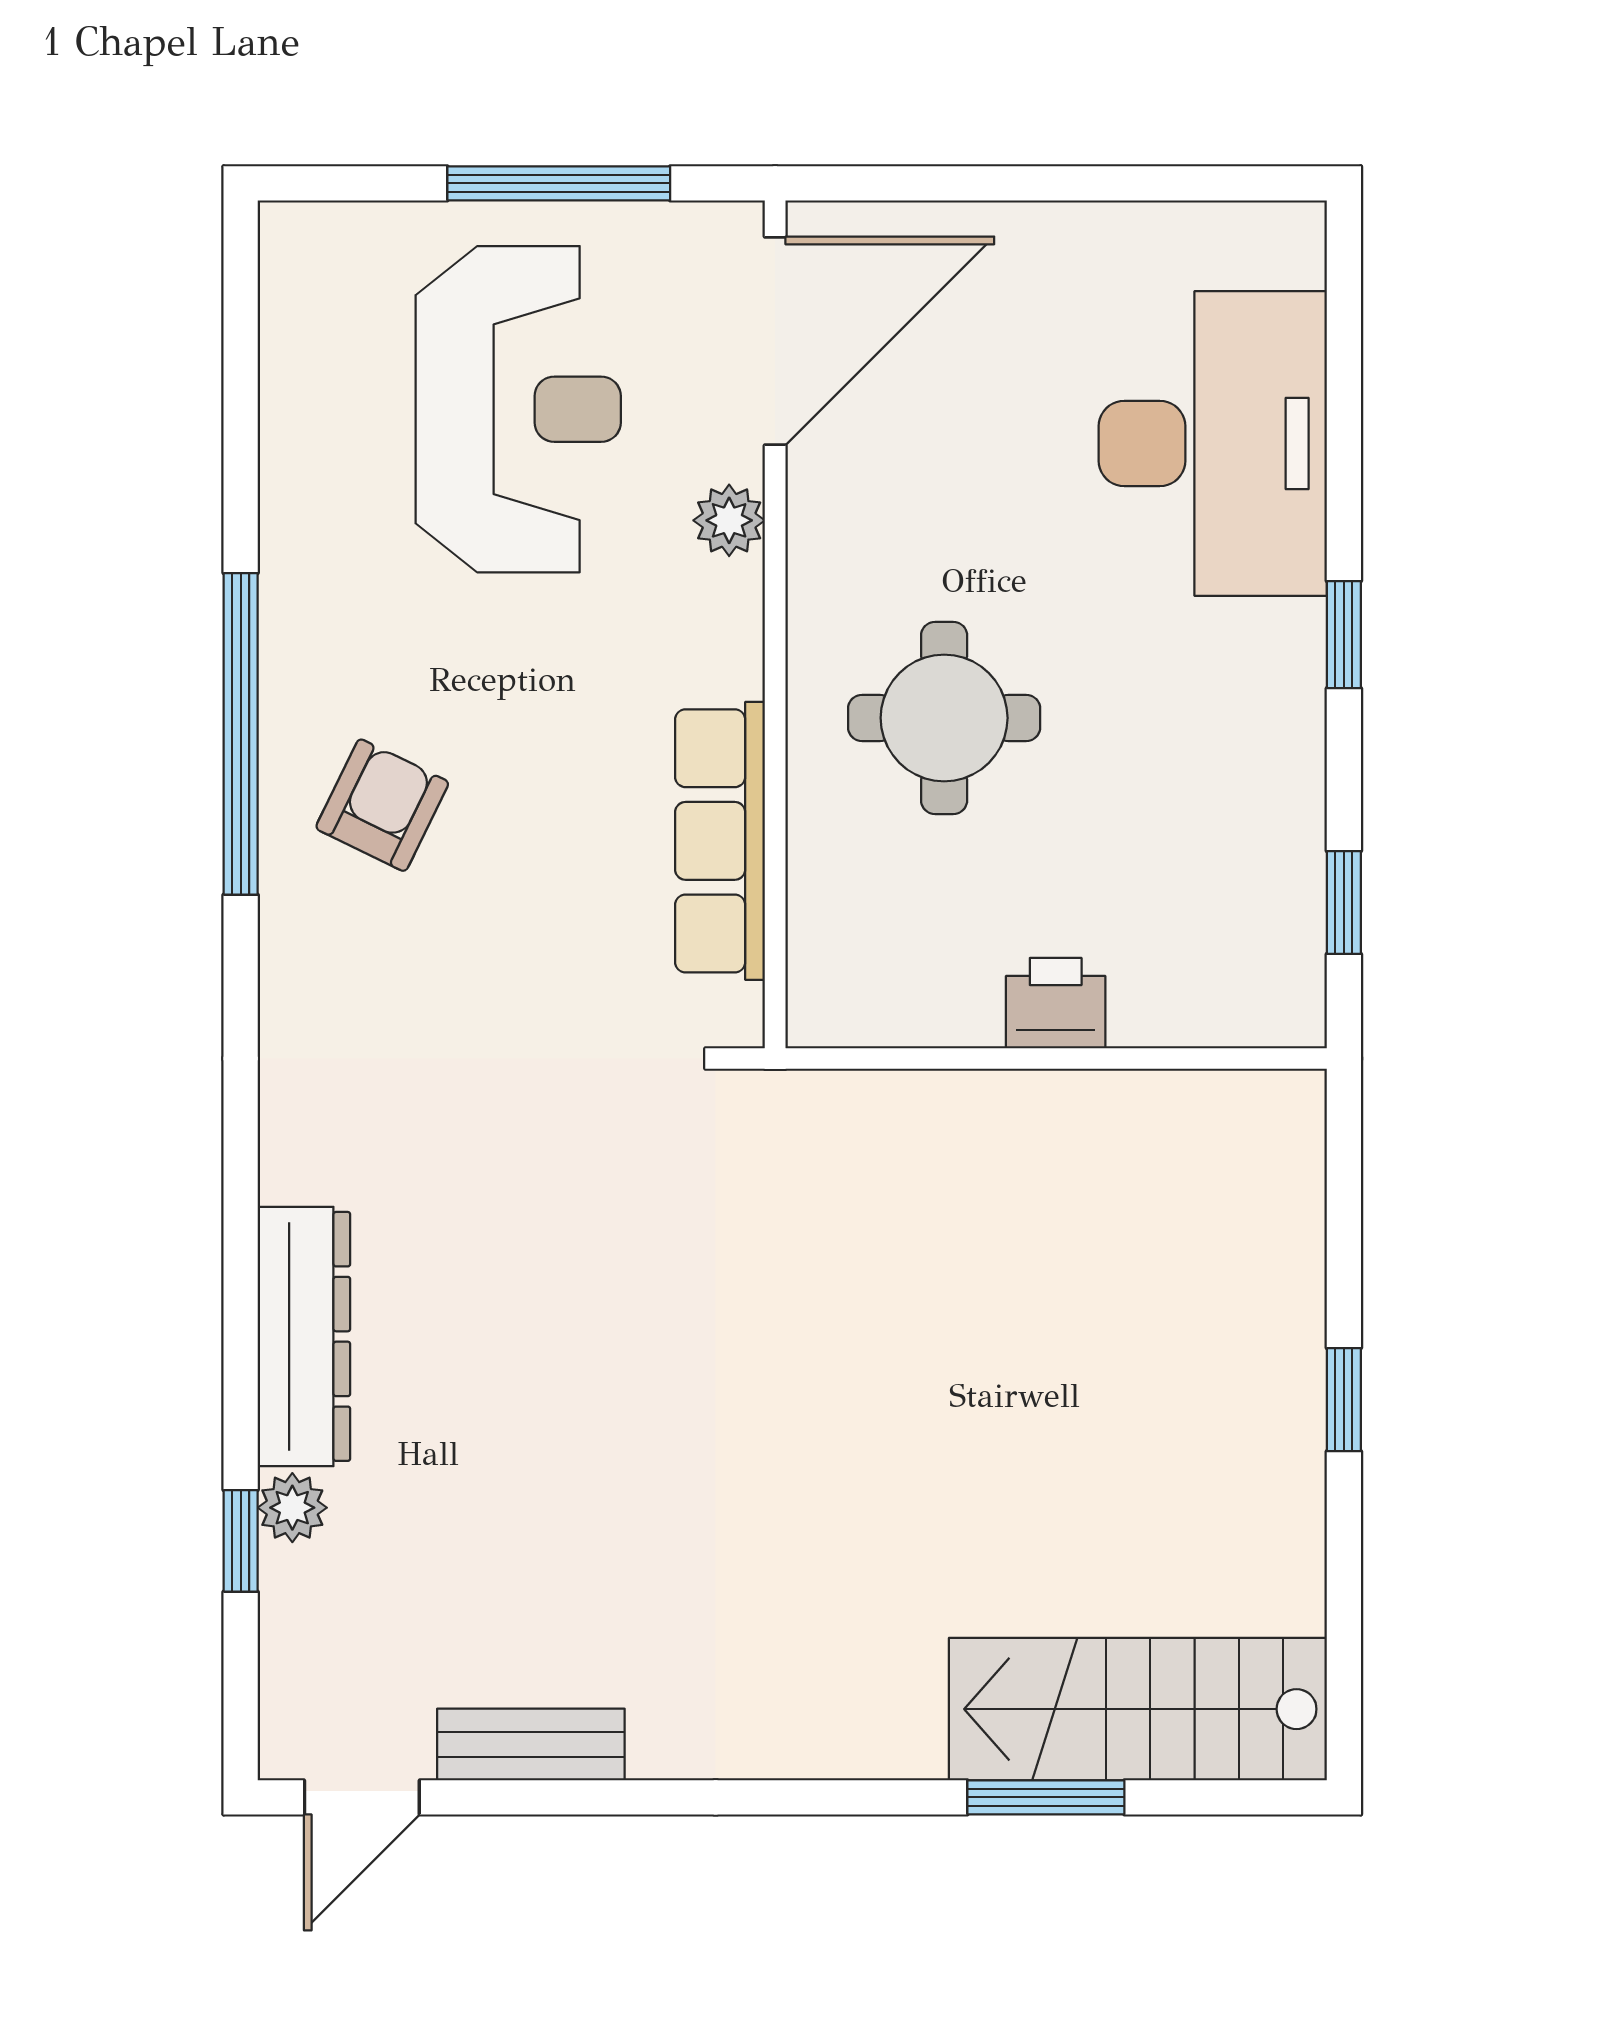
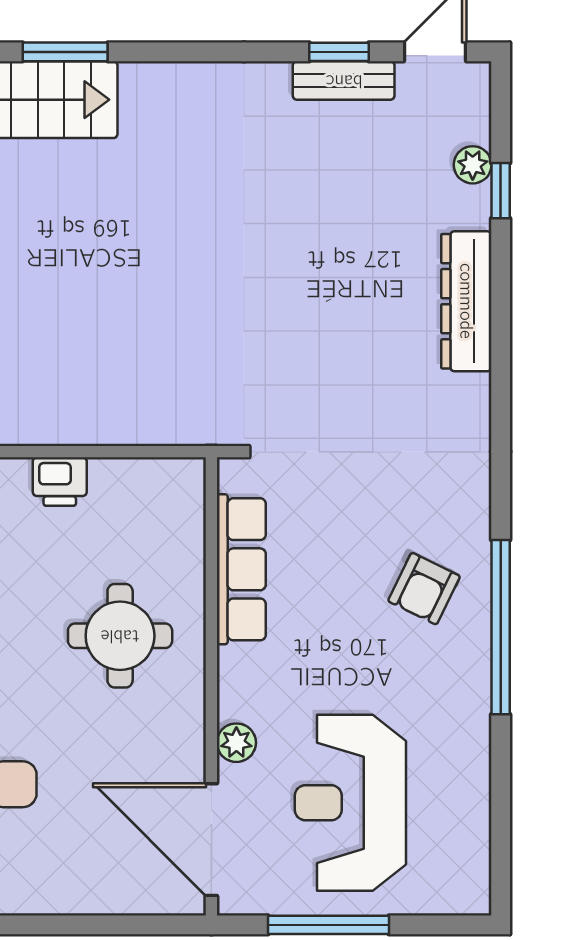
door: (775, 341) -> (211, 840), hinge flipped
plant: (292, 1508) -> (473, 165), moved
window: (539, 1797) -> (339, 52), added

